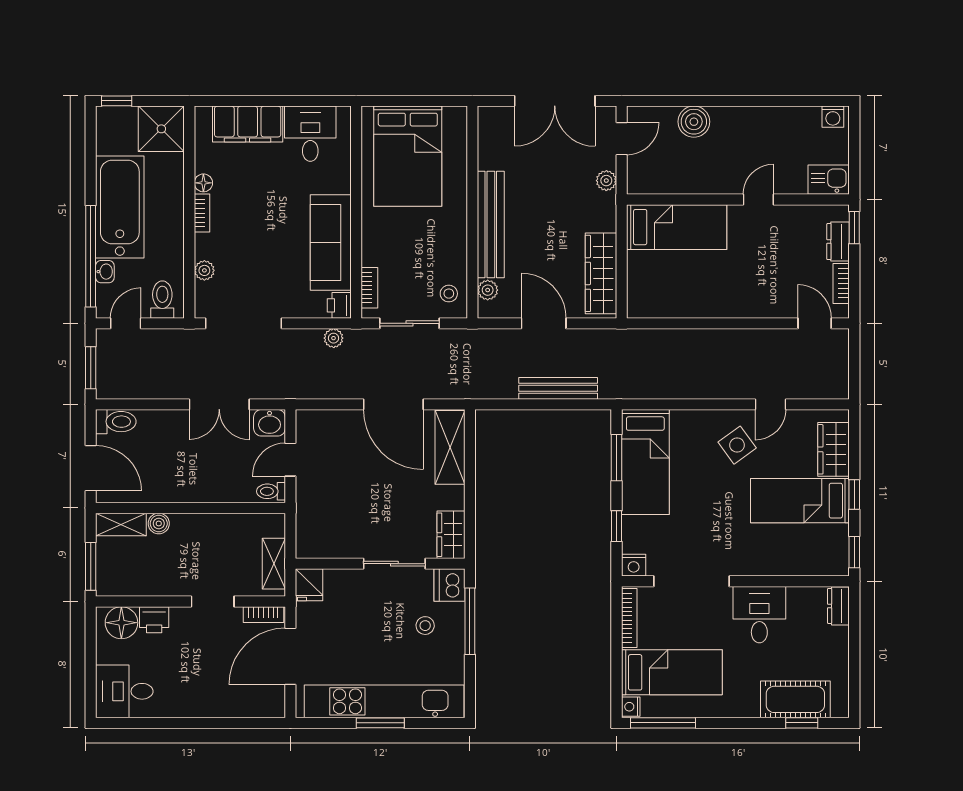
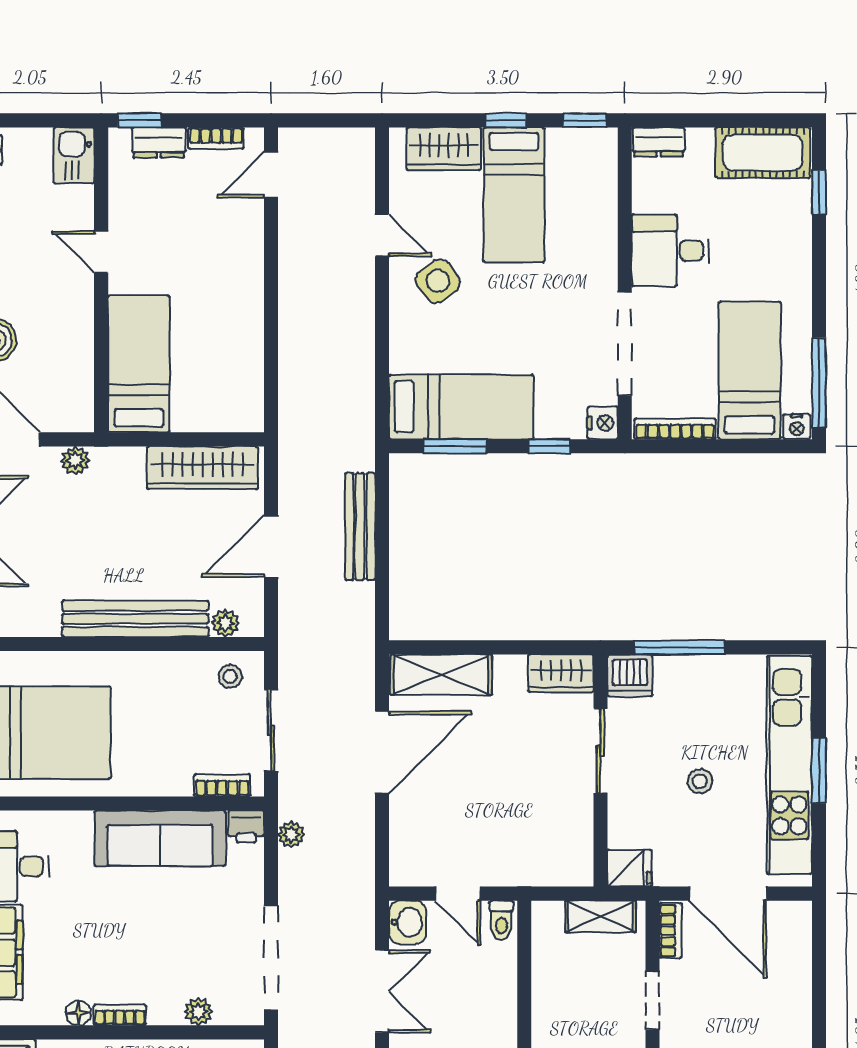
stool: (425, 626) -> (700, 781), moved
cot: (795, 699) -> (763, 153), moved, turned 90

